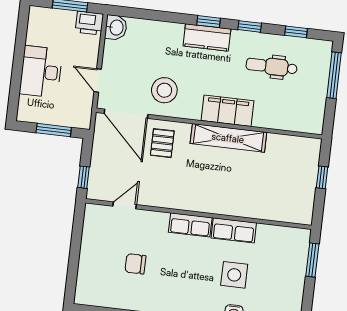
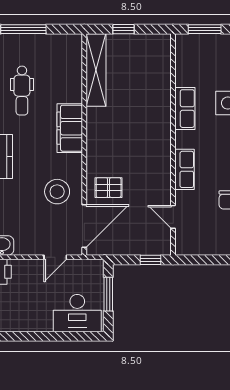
desk: (41, 72) -> (77, 313), moved
shelving: (228, 138) -> (96, 70), moved
row of seats: (190, 225) -> (184, 169), moved

